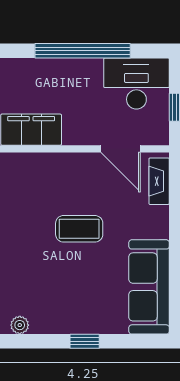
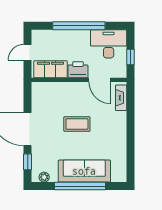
printer: (81, 131) -> (78, 70), added
sofa: (149, 287) -> (84, 171), moved, turned 90
window: (85, 341) -> (80, 186), width x3.17

